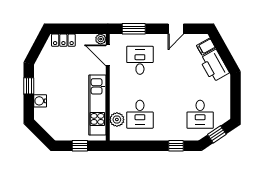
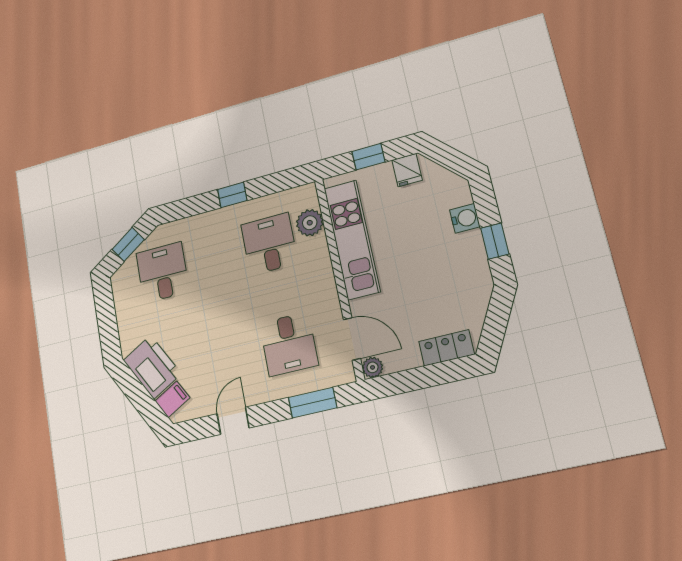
fridge: (62, 133) -> (407, 170), added
window: (176, 146) -> (232, 195), moved

